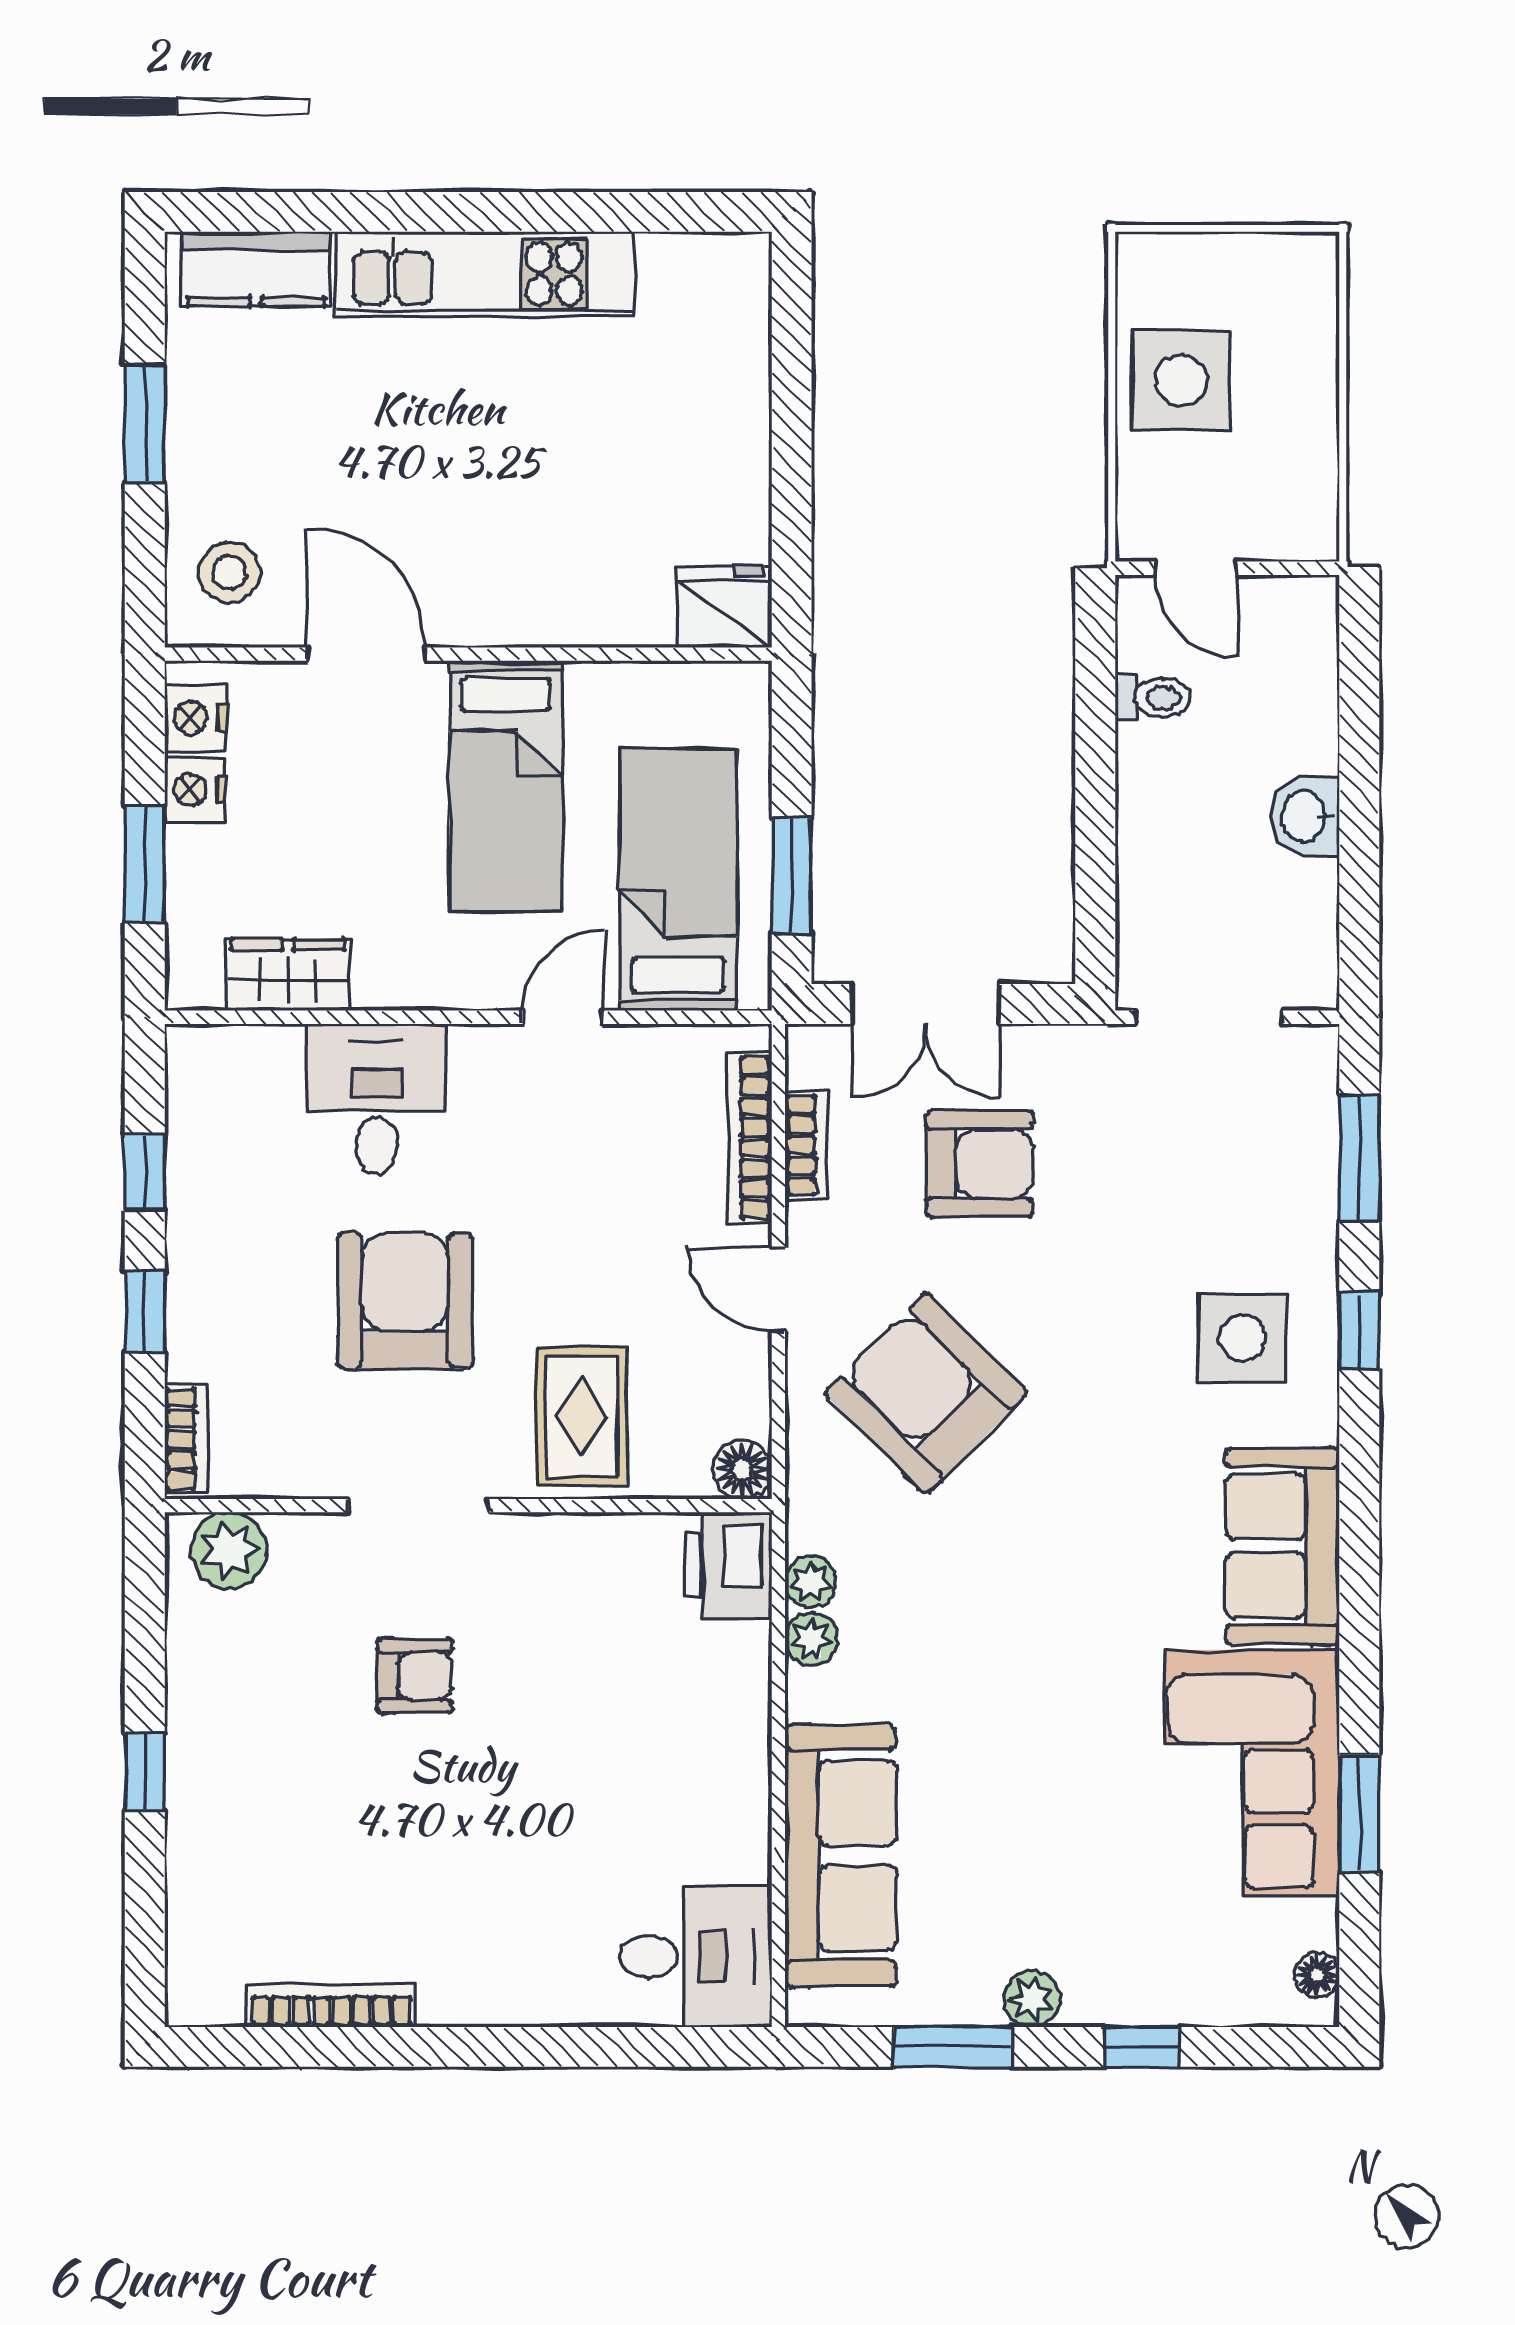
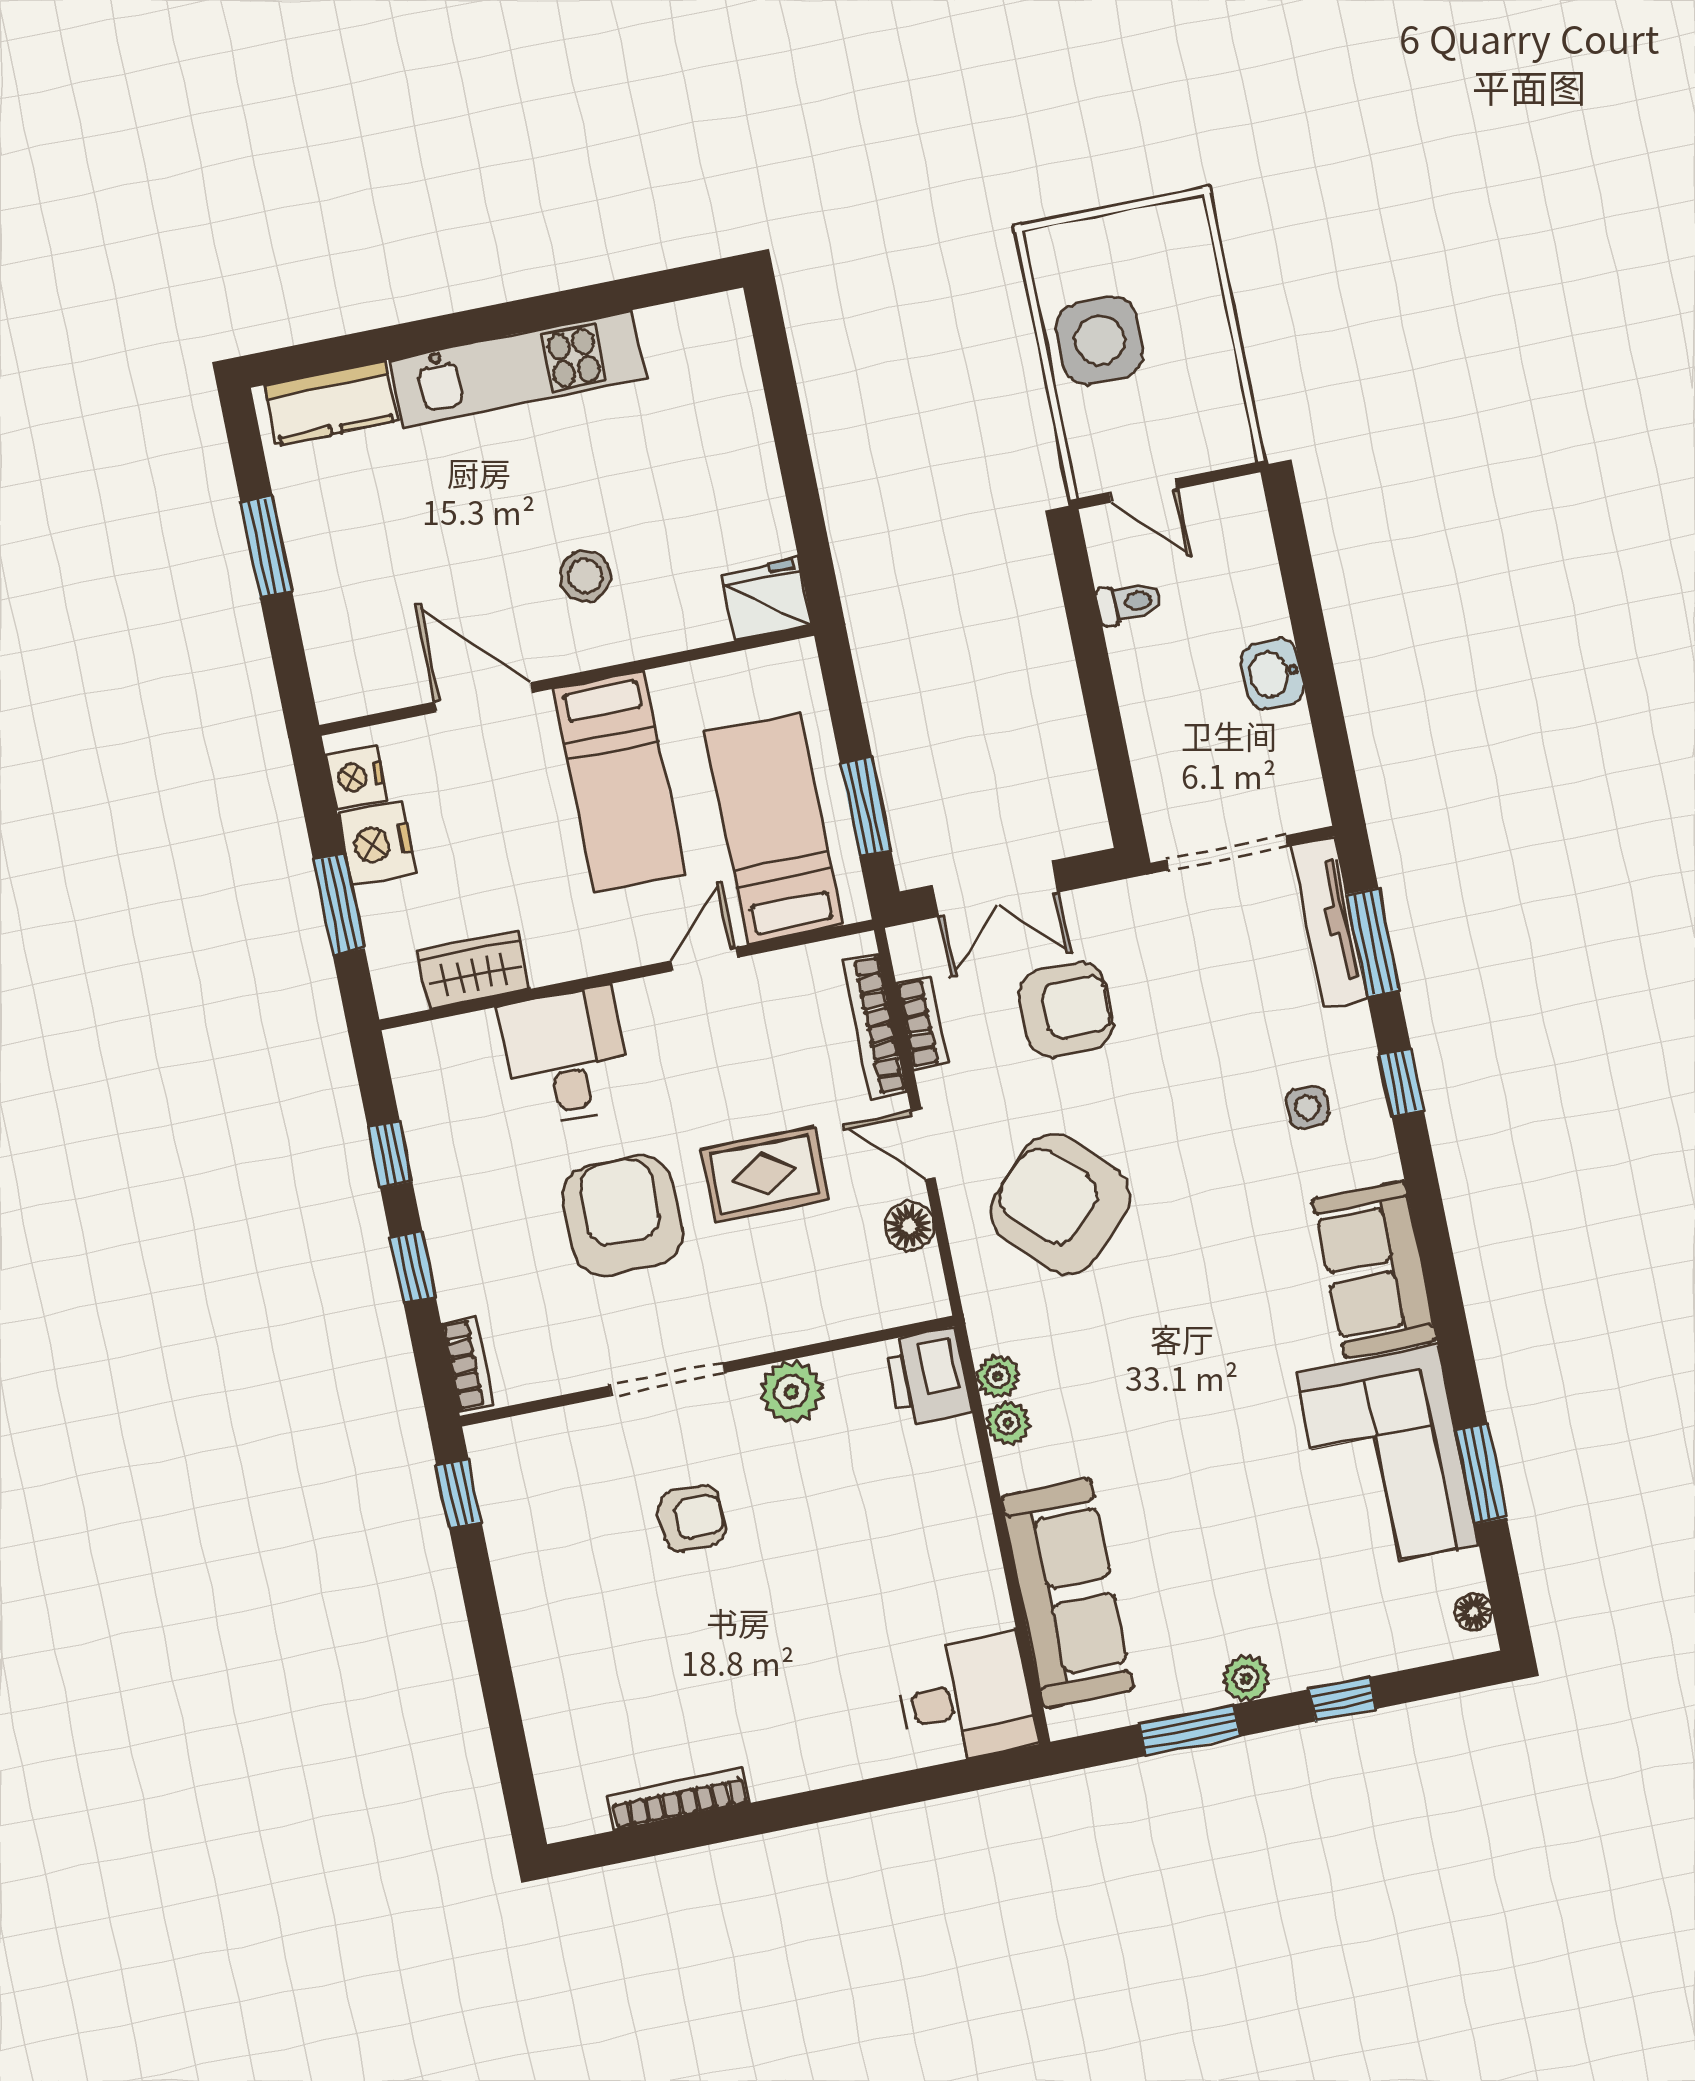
stool: (229, 572) -> (585, 576), moved
nightstand: (195, 790) -> (377, 844), width x1.36, depth x1.33
tv unit: (1312, 1124) -> (1329, 922), added
side table: (1242, 1338) -> (1307, 1107), width x0.54, depth x0.54
rug: (582, 1416) -> (764, 1174), moved, turned 90
floor lamp: (742, 1470) -> (909, 1226), moved
plant: (229, 1550) -> (791, 1392), moved
window: (145, 1771) -> (459, 1494), moved

